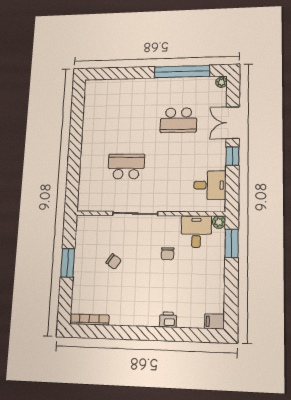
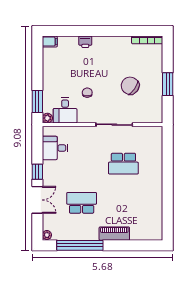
piano: (141, 86) -> (114, 234), added
chair: (114, 262) -> (130, 86), width x1.87, depth x1.87

